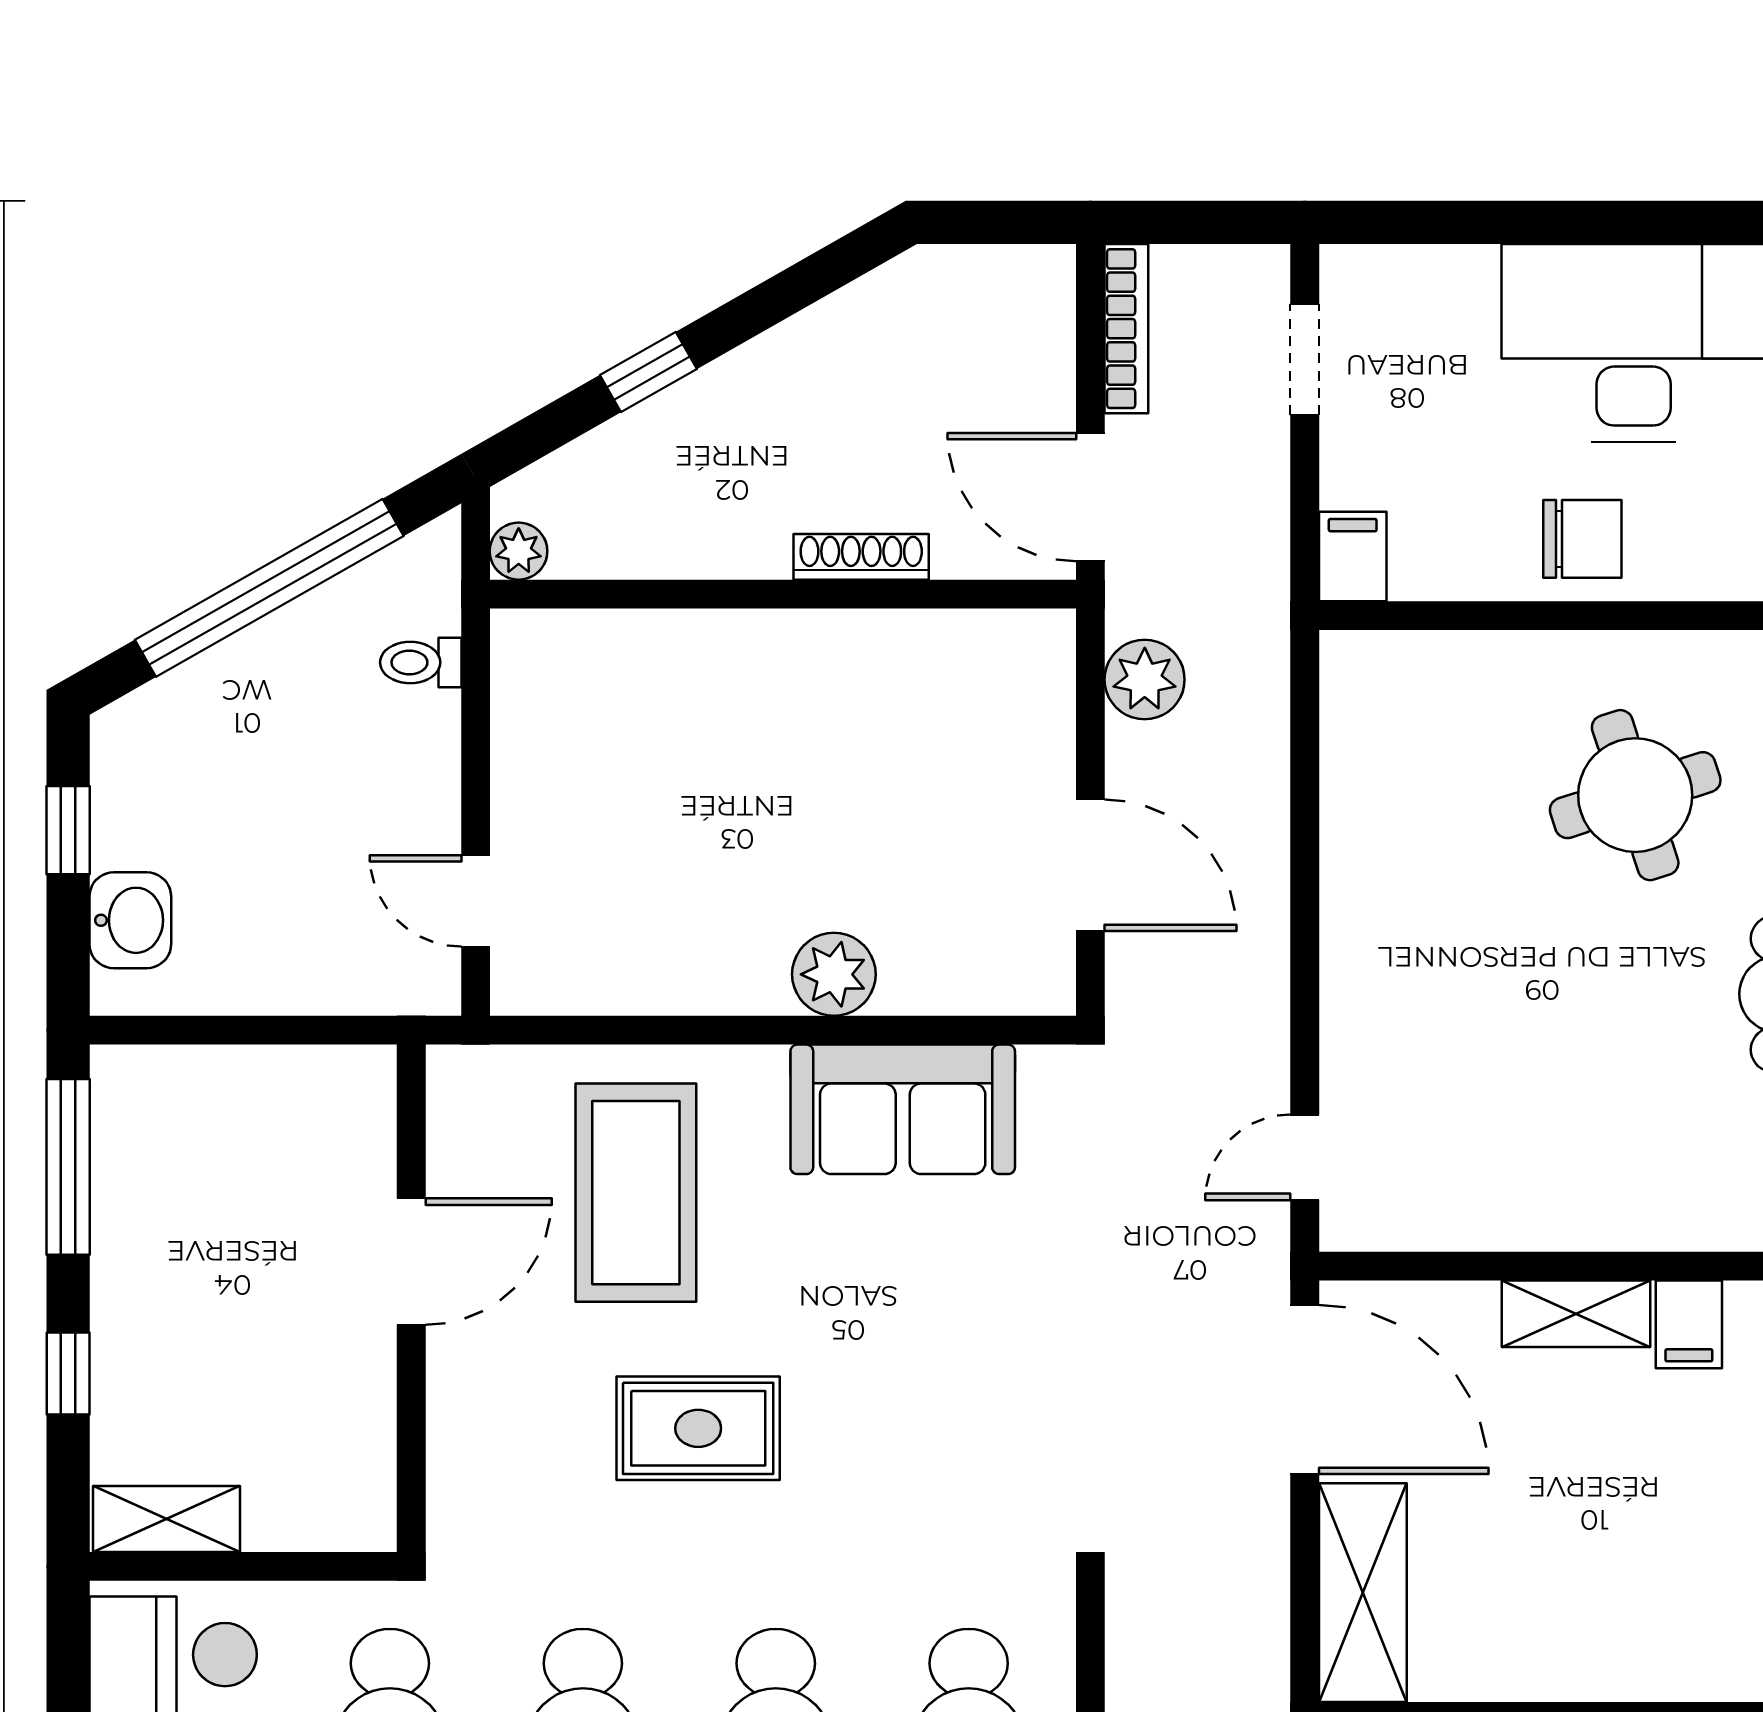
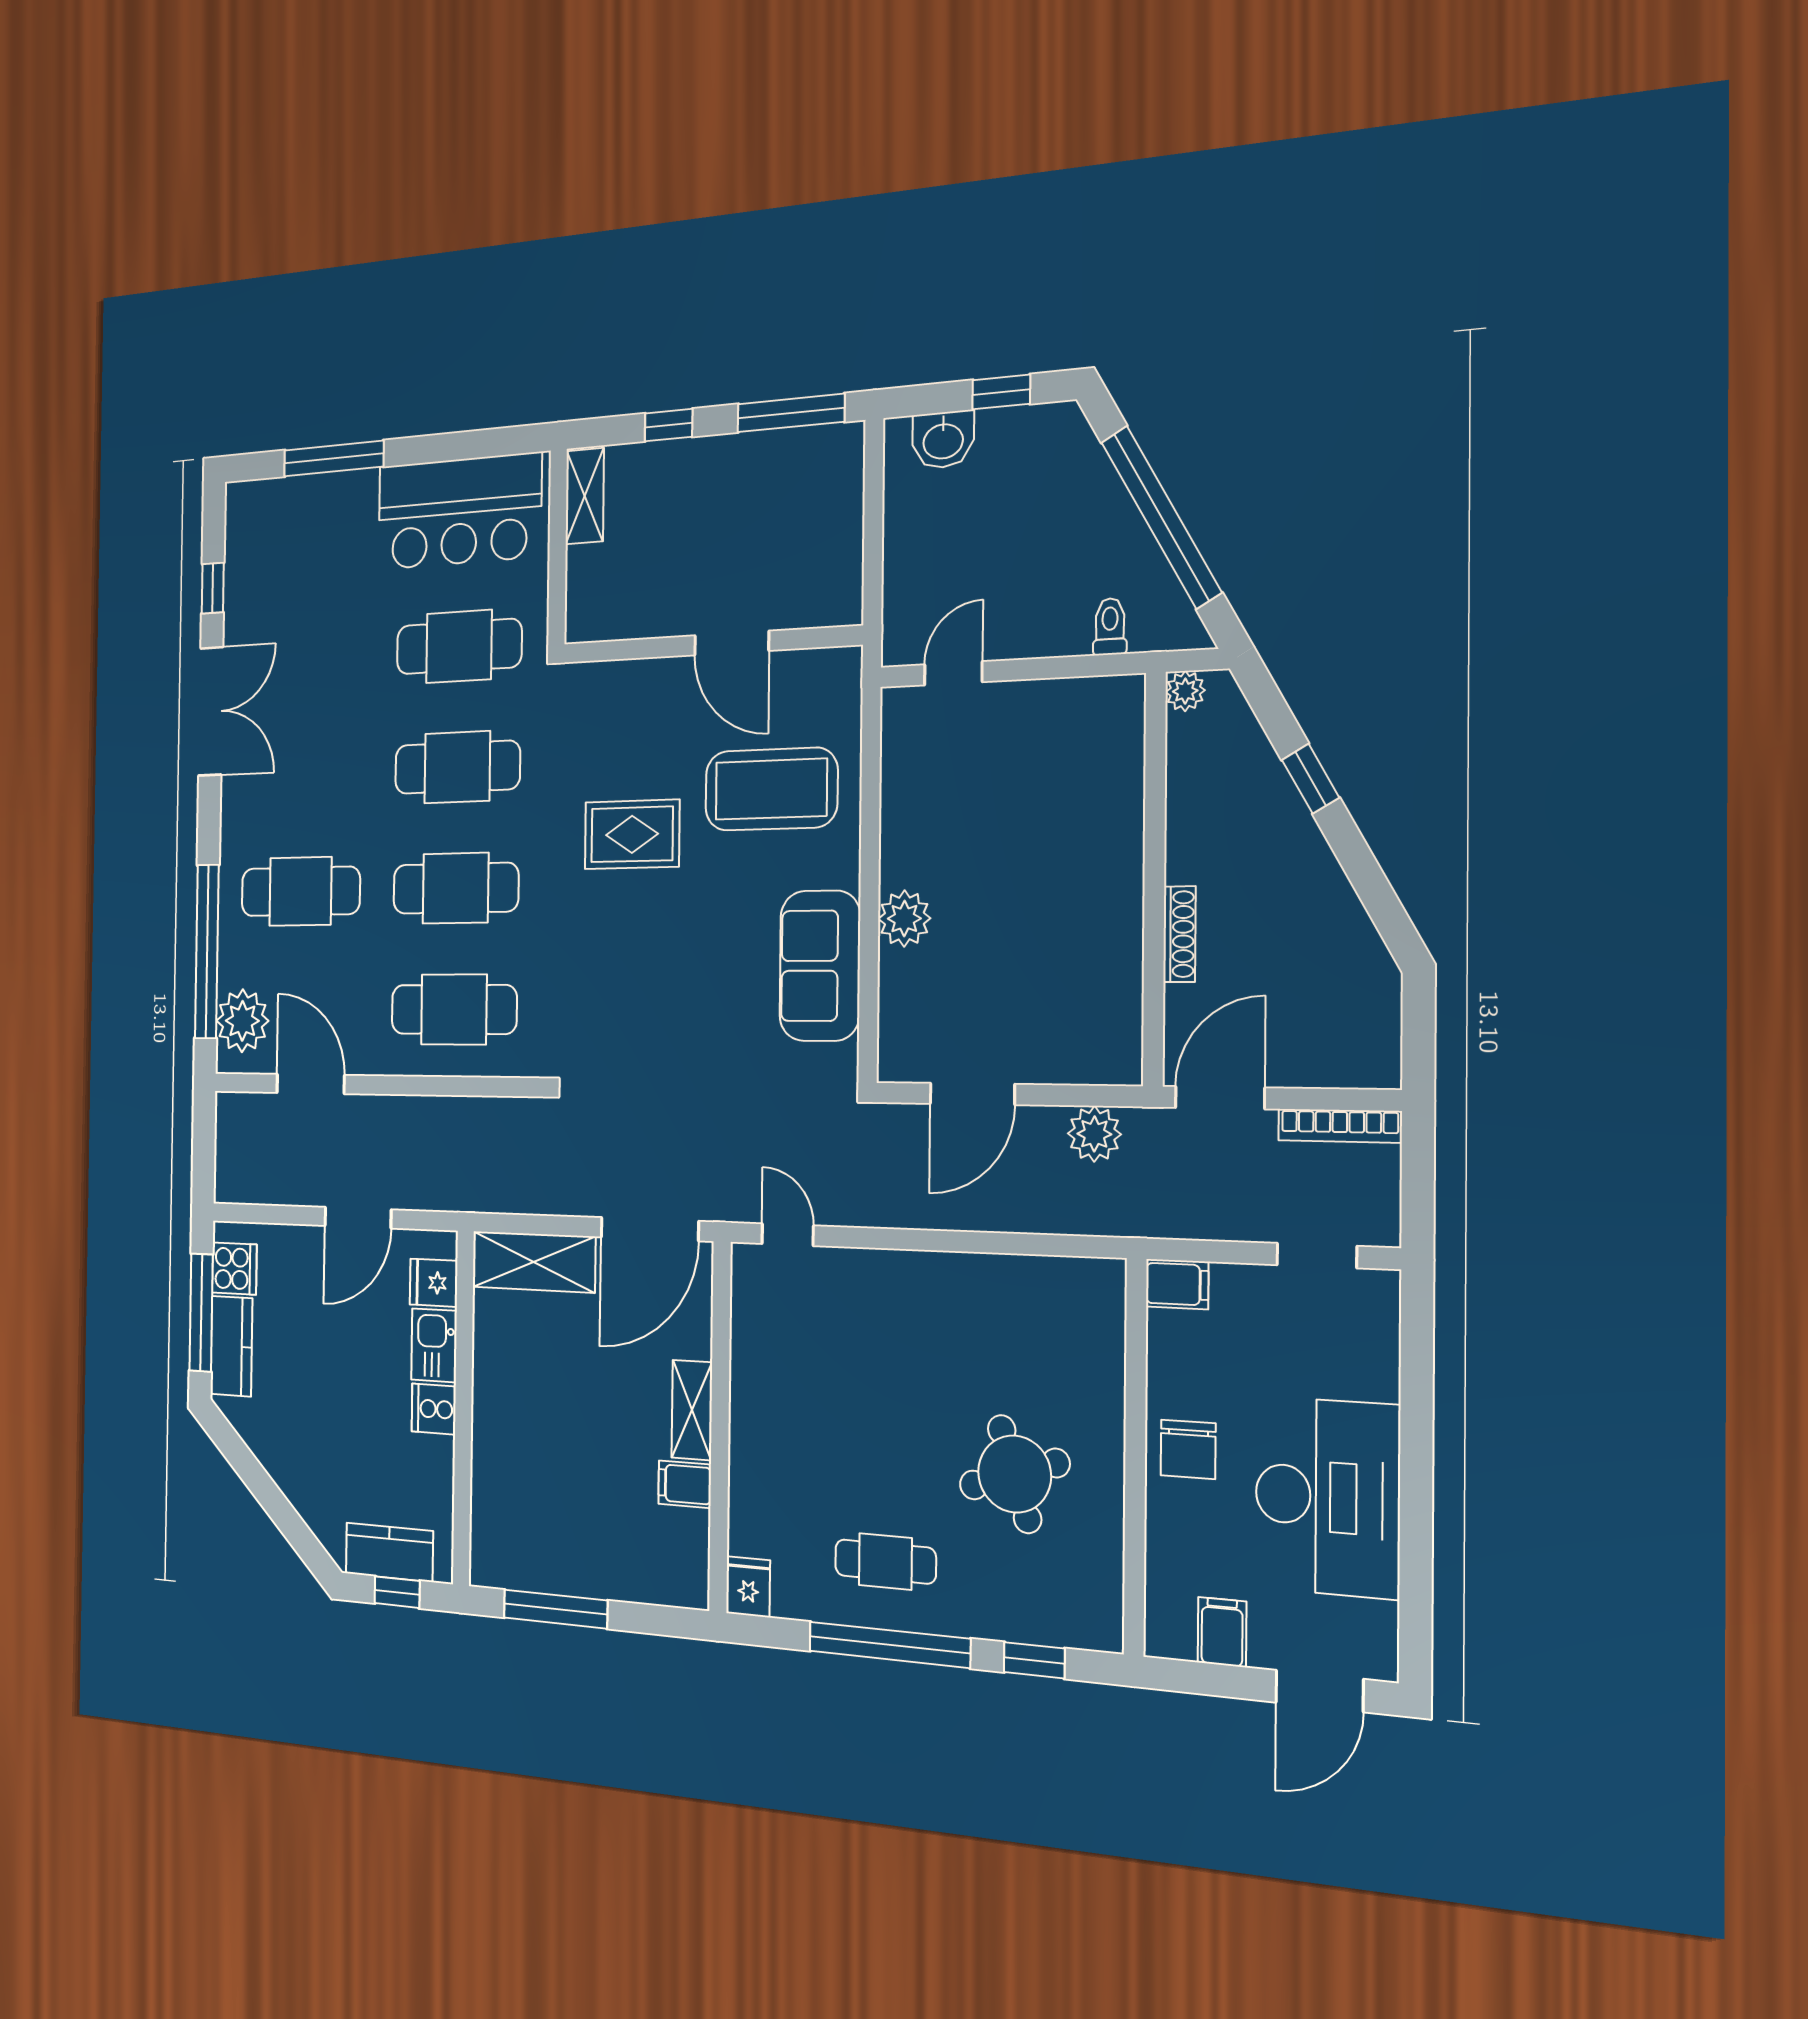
rug: (698, 1428) -> (632, 834), turned 90

